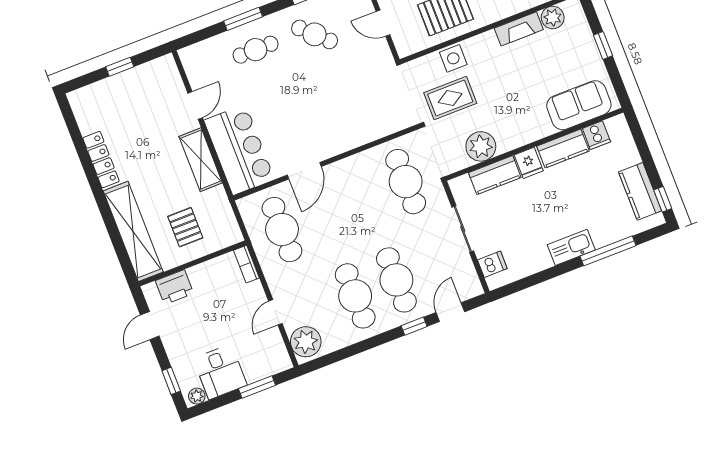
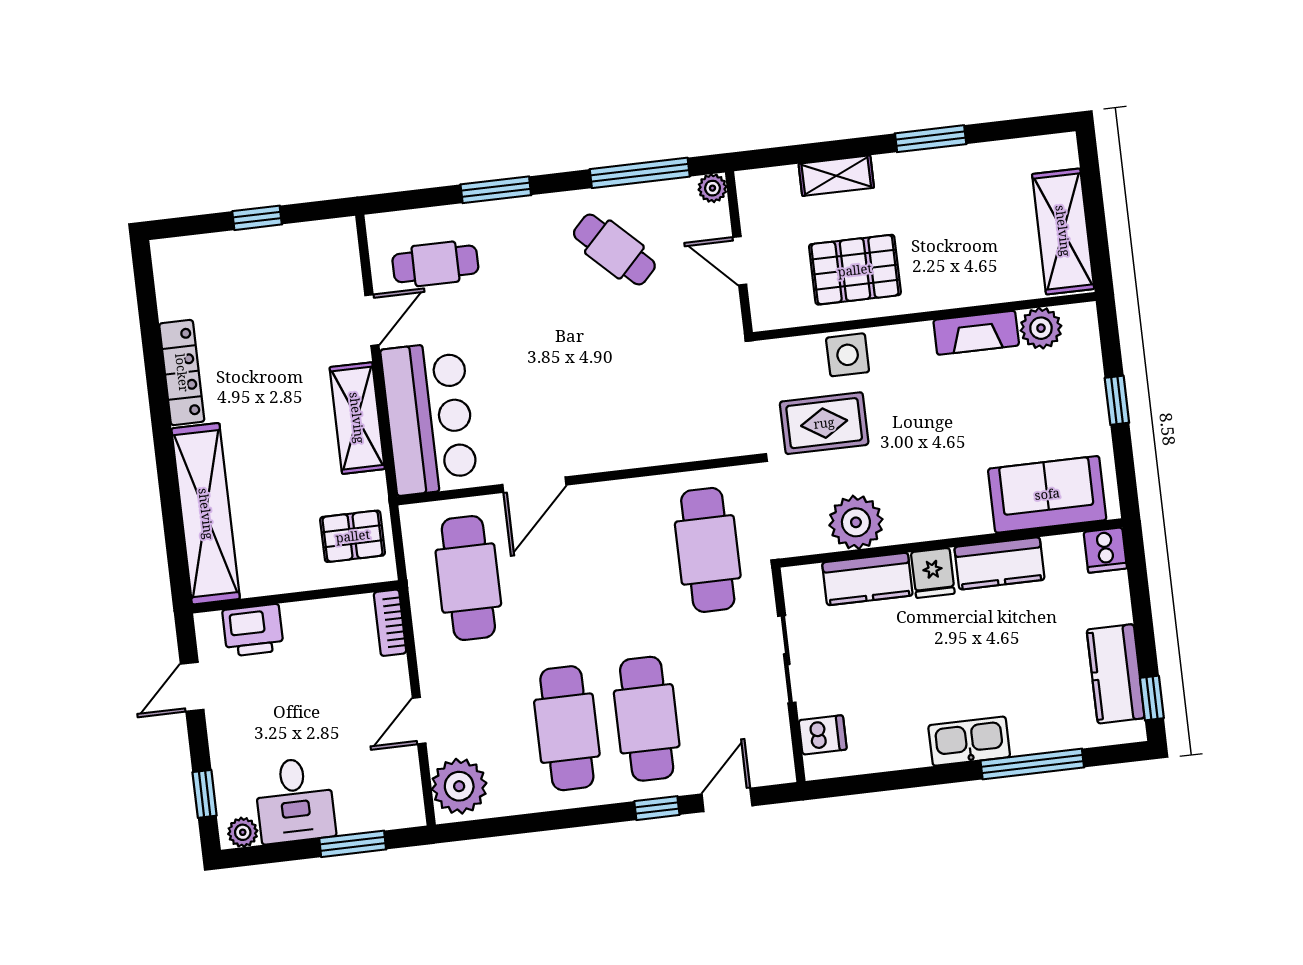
cafe table: (256, 50) -> (435, 264), moved
cooker: (596, 135) -> (1105, 550), moved
pallet: (185, 227) -> (353, 536), moved, turned 90

